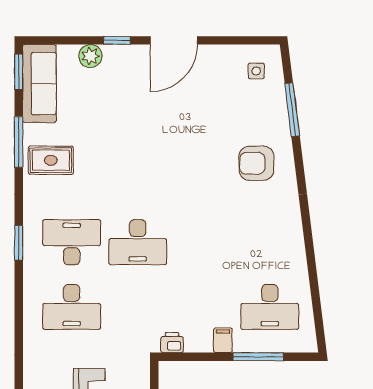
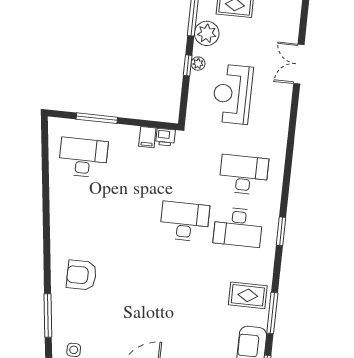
armchair: (256, 163) -> (82, 275), turned 180
filing cabinet: (223, 340) -> (147, 137), moved

